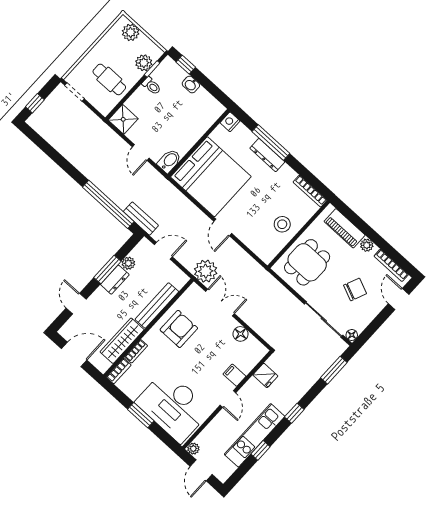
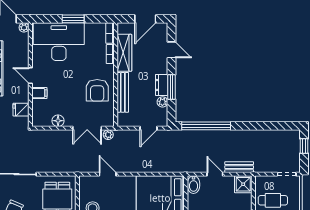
bench: (141, 219) -> (239, 167), moved
door: (223, 227) -> (108, 174), moved
plant: (206, 271) -> (108, 135), width x0.53, depth x0.53

